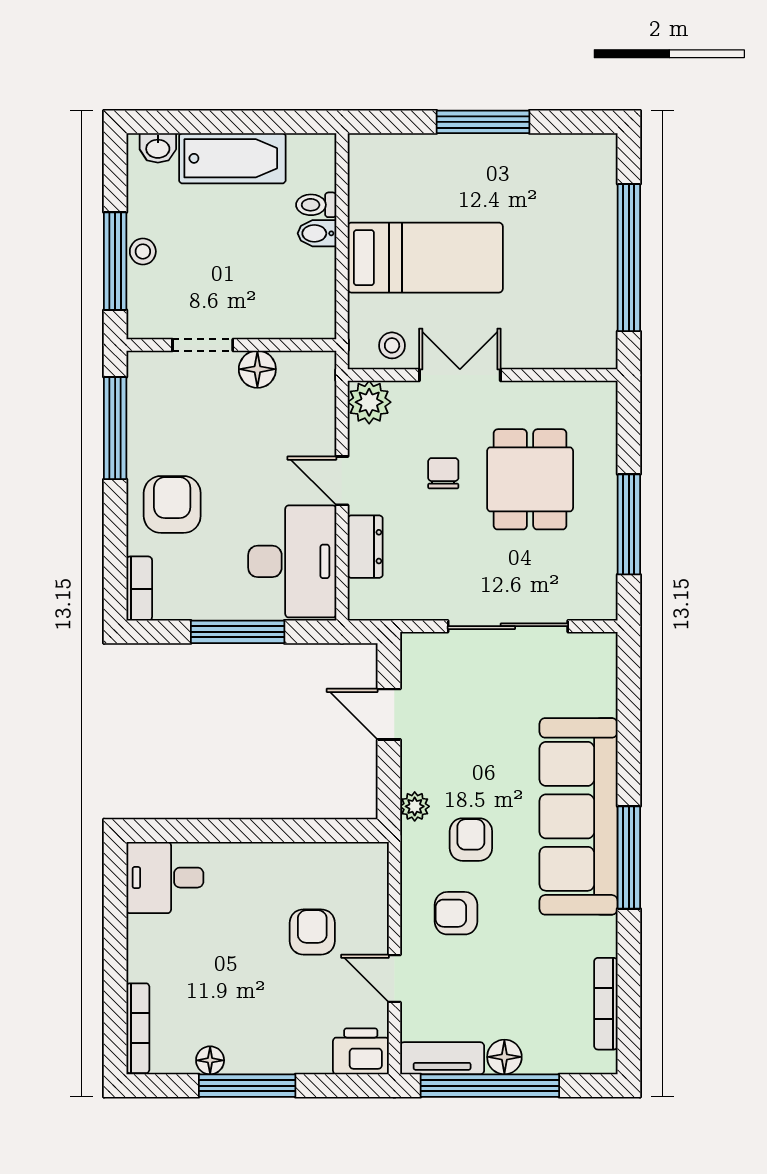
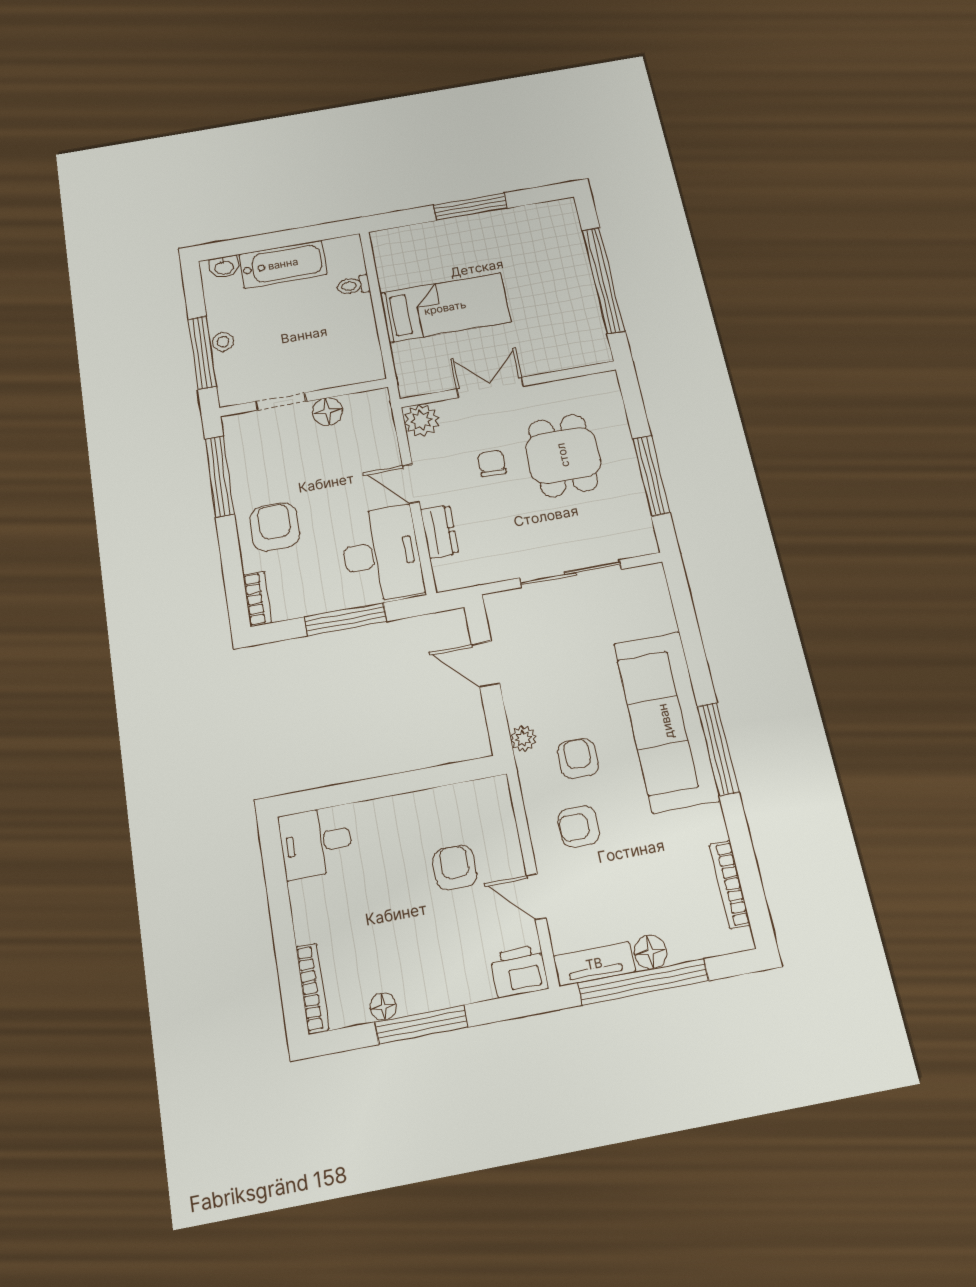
bidet: (317, 233) -> (358, 305), removed
stool: (392, 345) -> (432, 375), removed

